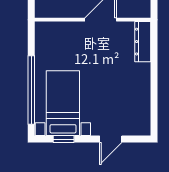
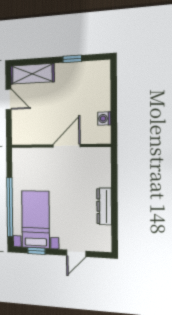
dresser: (143, 42) -> (104, 206), moved

